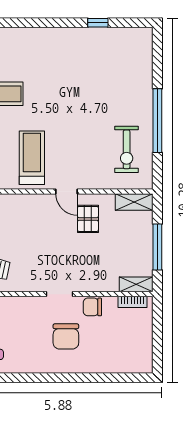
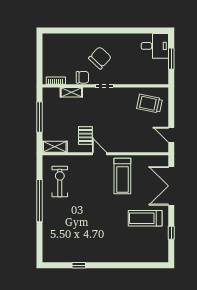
shelving: (136, 284) -> (71, 92), moved
chair: (66, 336) -> (100, 58), turned 43

